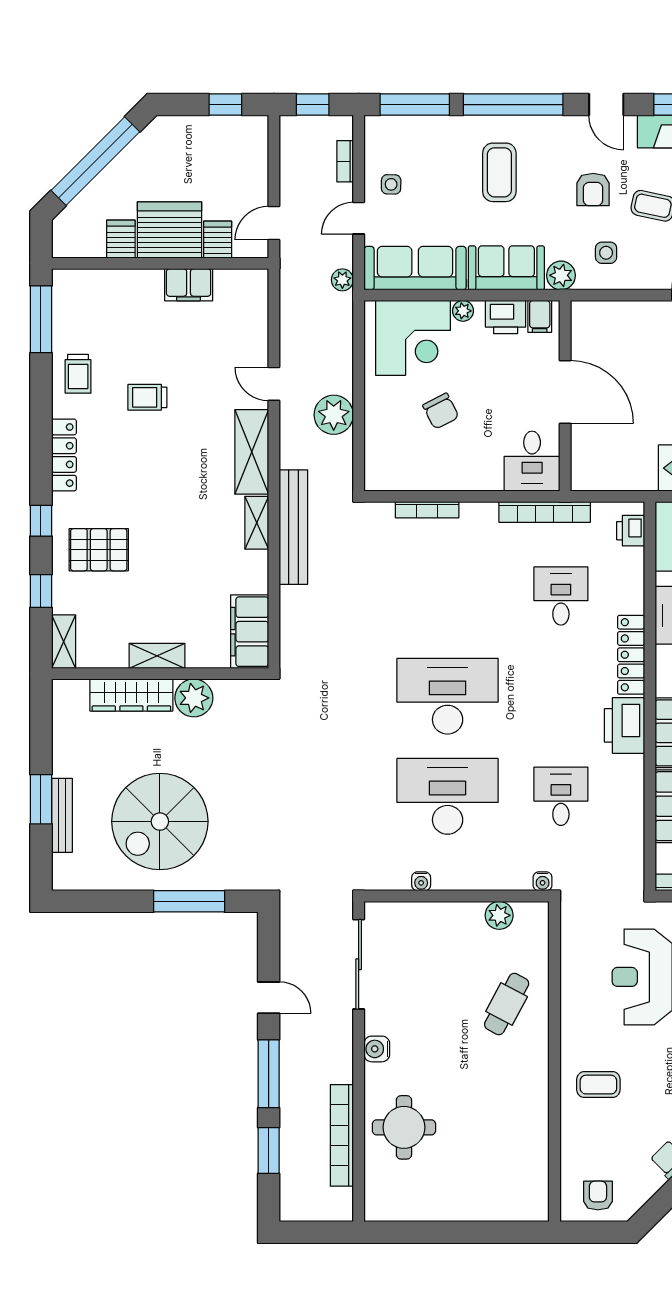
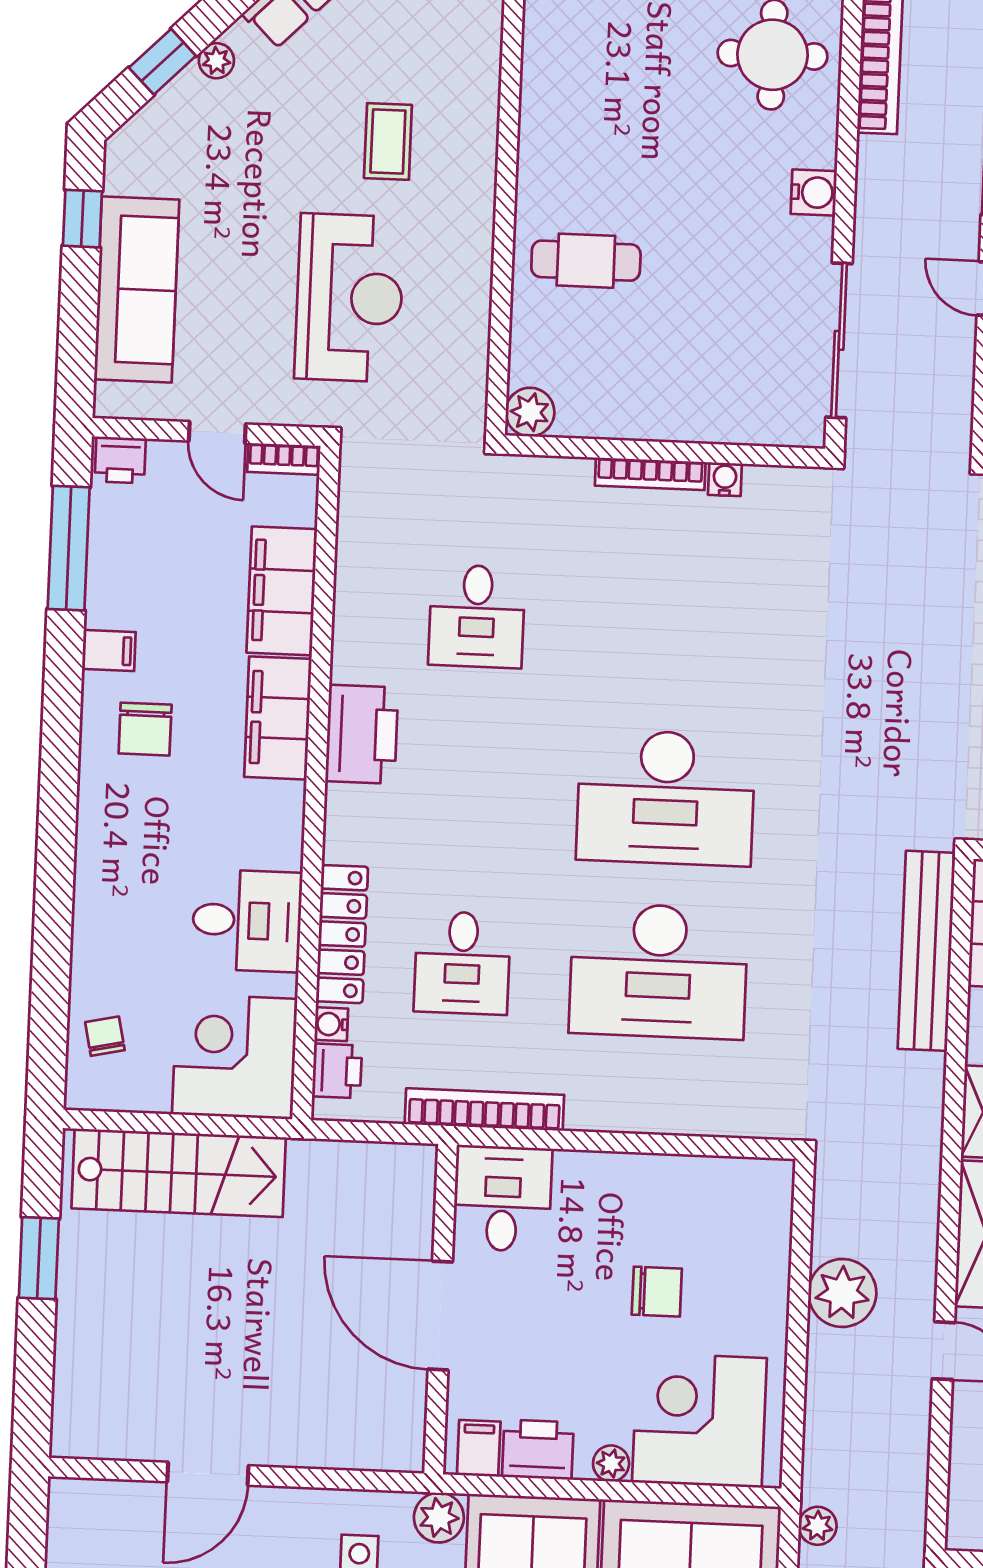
chair: (441, 411) -> (657, 1292), turned 117
bookcase: (427, 510) -> (650, 474), moved, turned 180
bench: (293, 527) -> (926, 951), moved
locker: (631, 655) -> (342, 934), moved
desk: (448, 796) -> (659, 971), moved
water cooler: (543, 881) -> (331, 1024), moved, turned -90
plant: (499, 915) -> (530, 412), moved
cafe table: (507, 1004) -> (586, 261), turned 62
coffee table: (598, 1085) -> (388, 142), moved, turned 90

